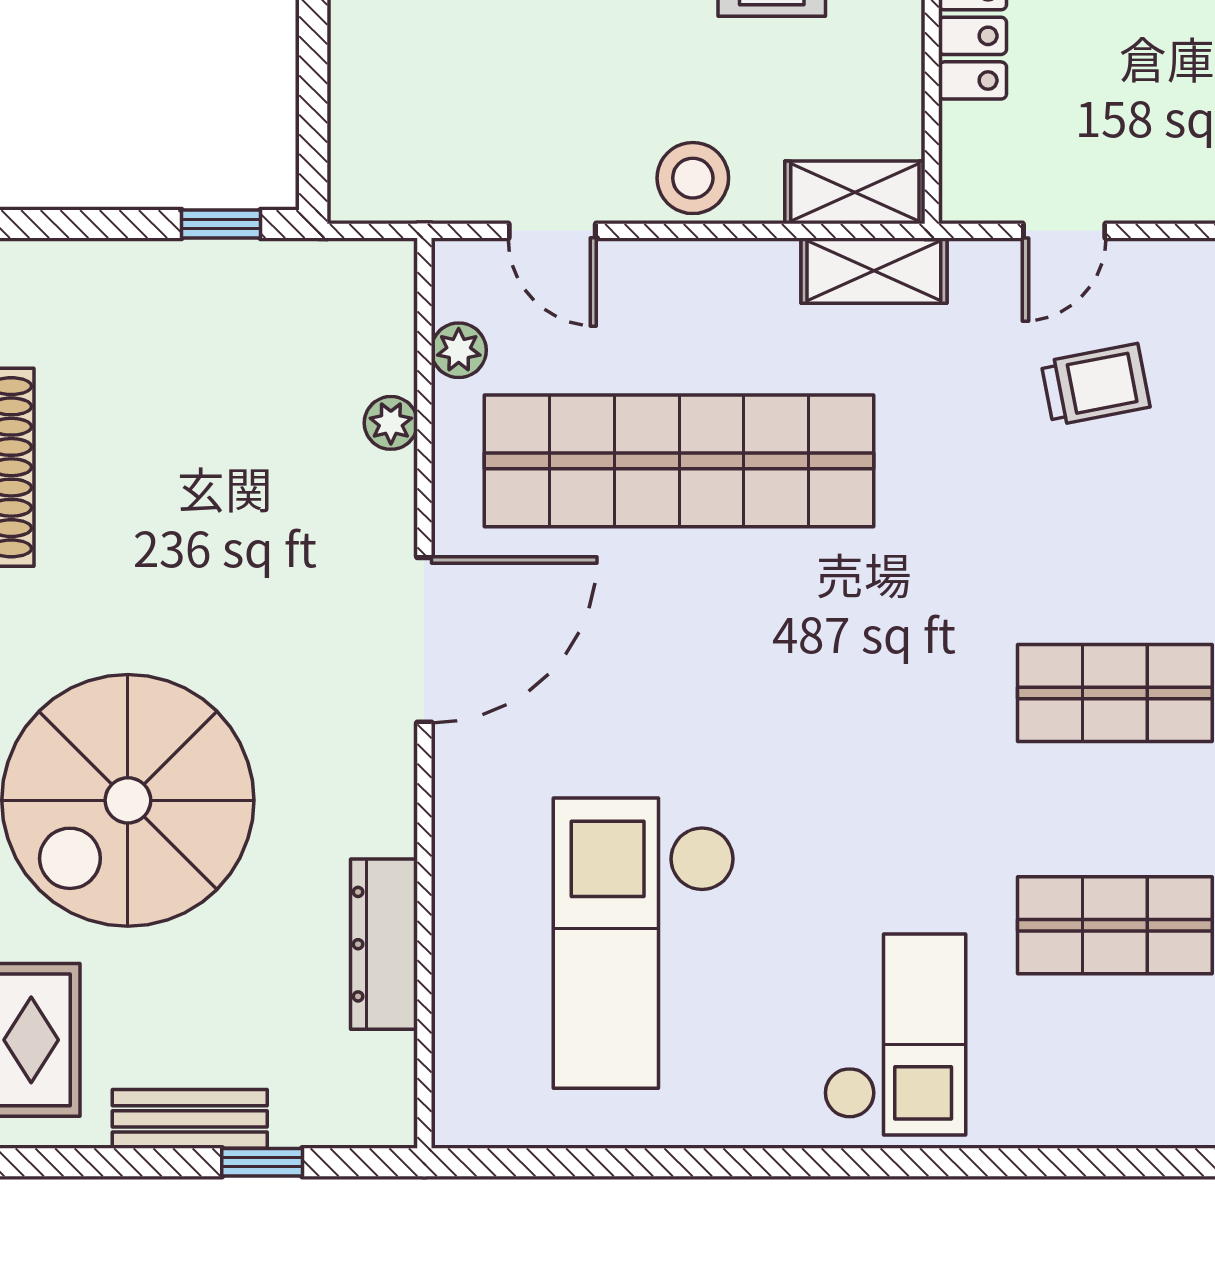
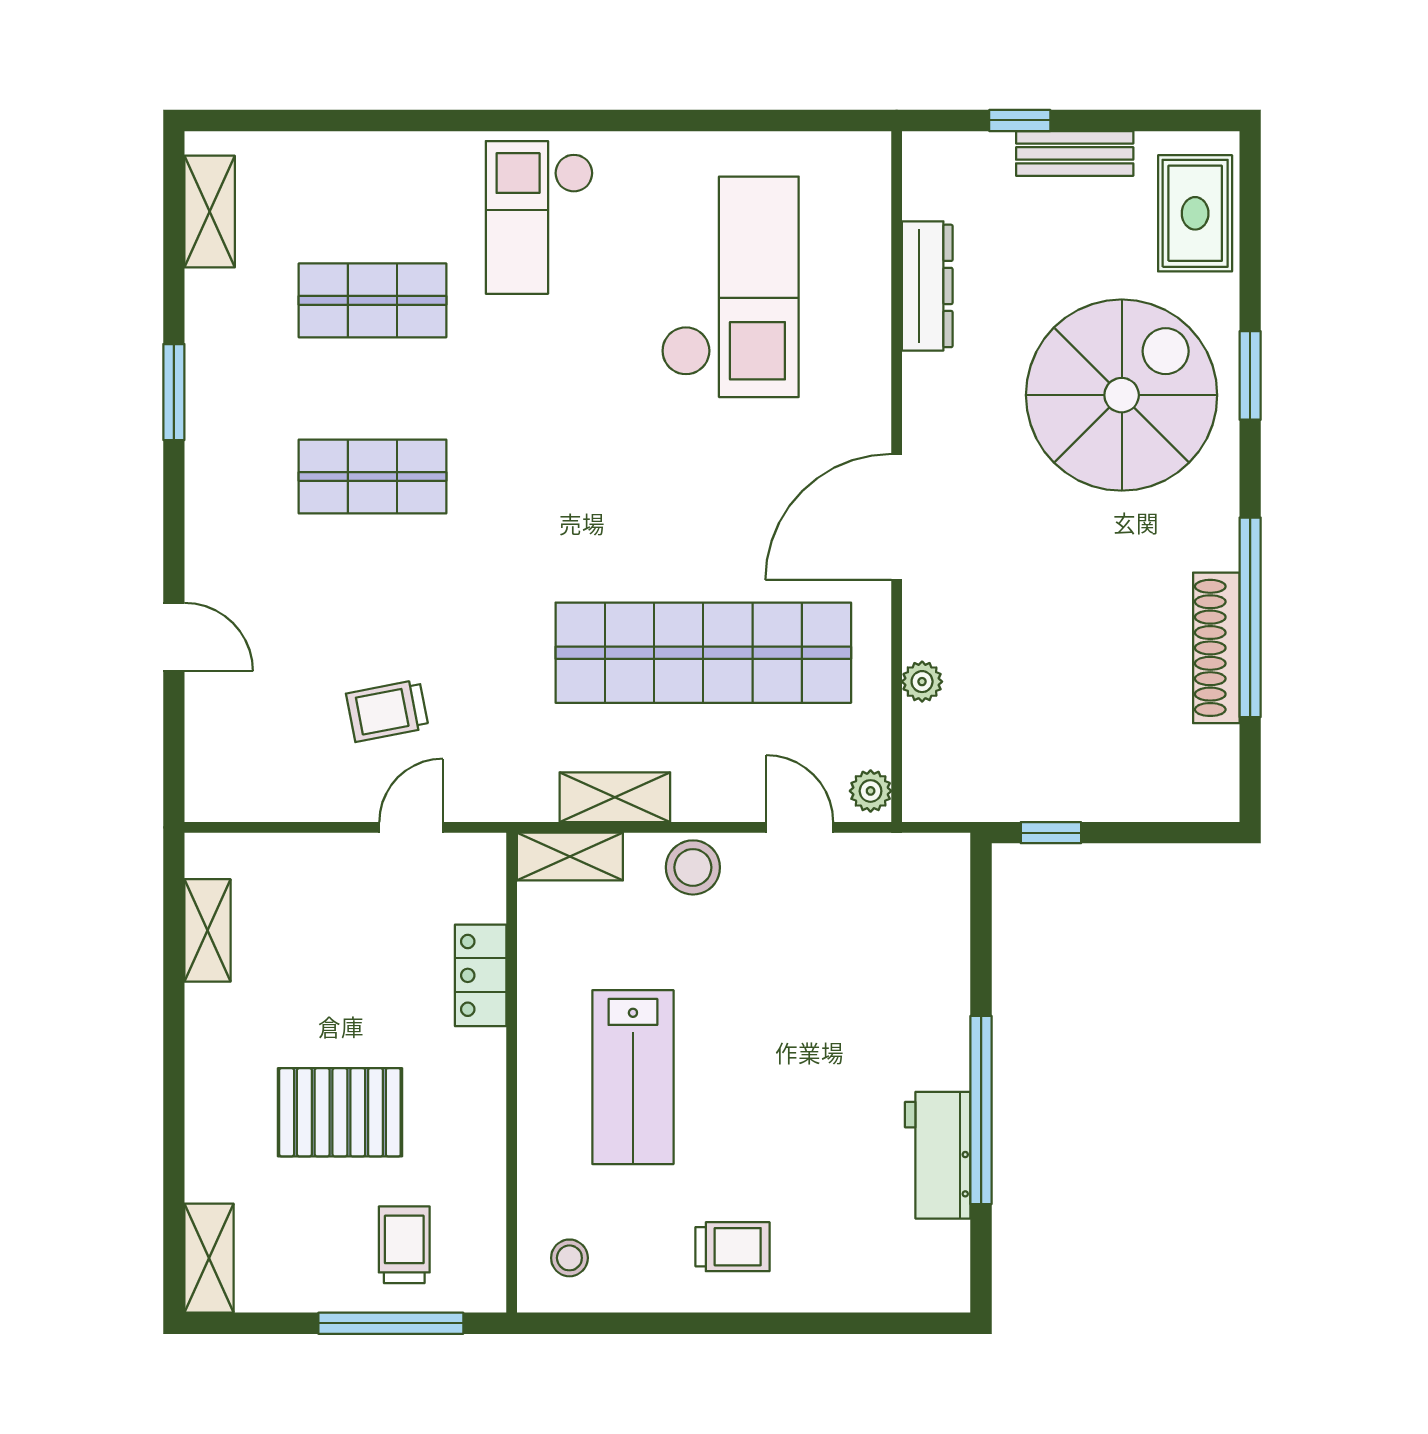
shelving: (874, 271) -> (615, 797), moved
plant: (459, 350) -> (871, 791), moved

